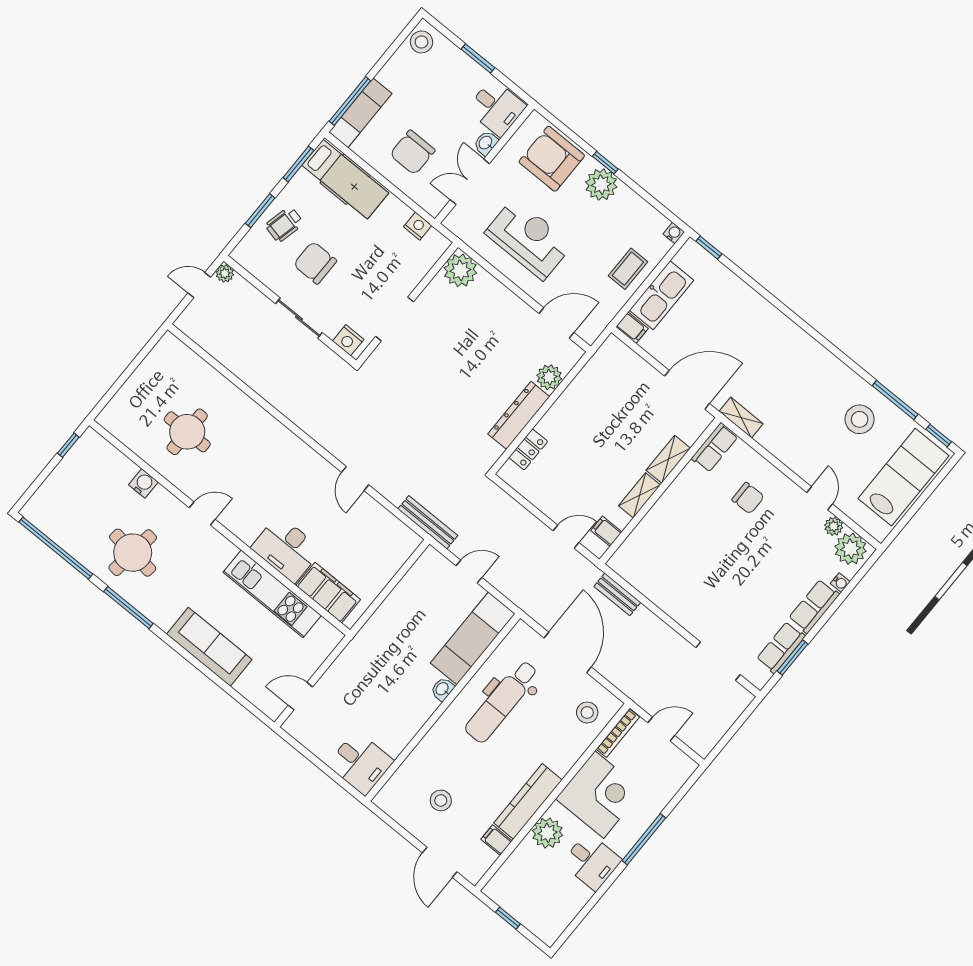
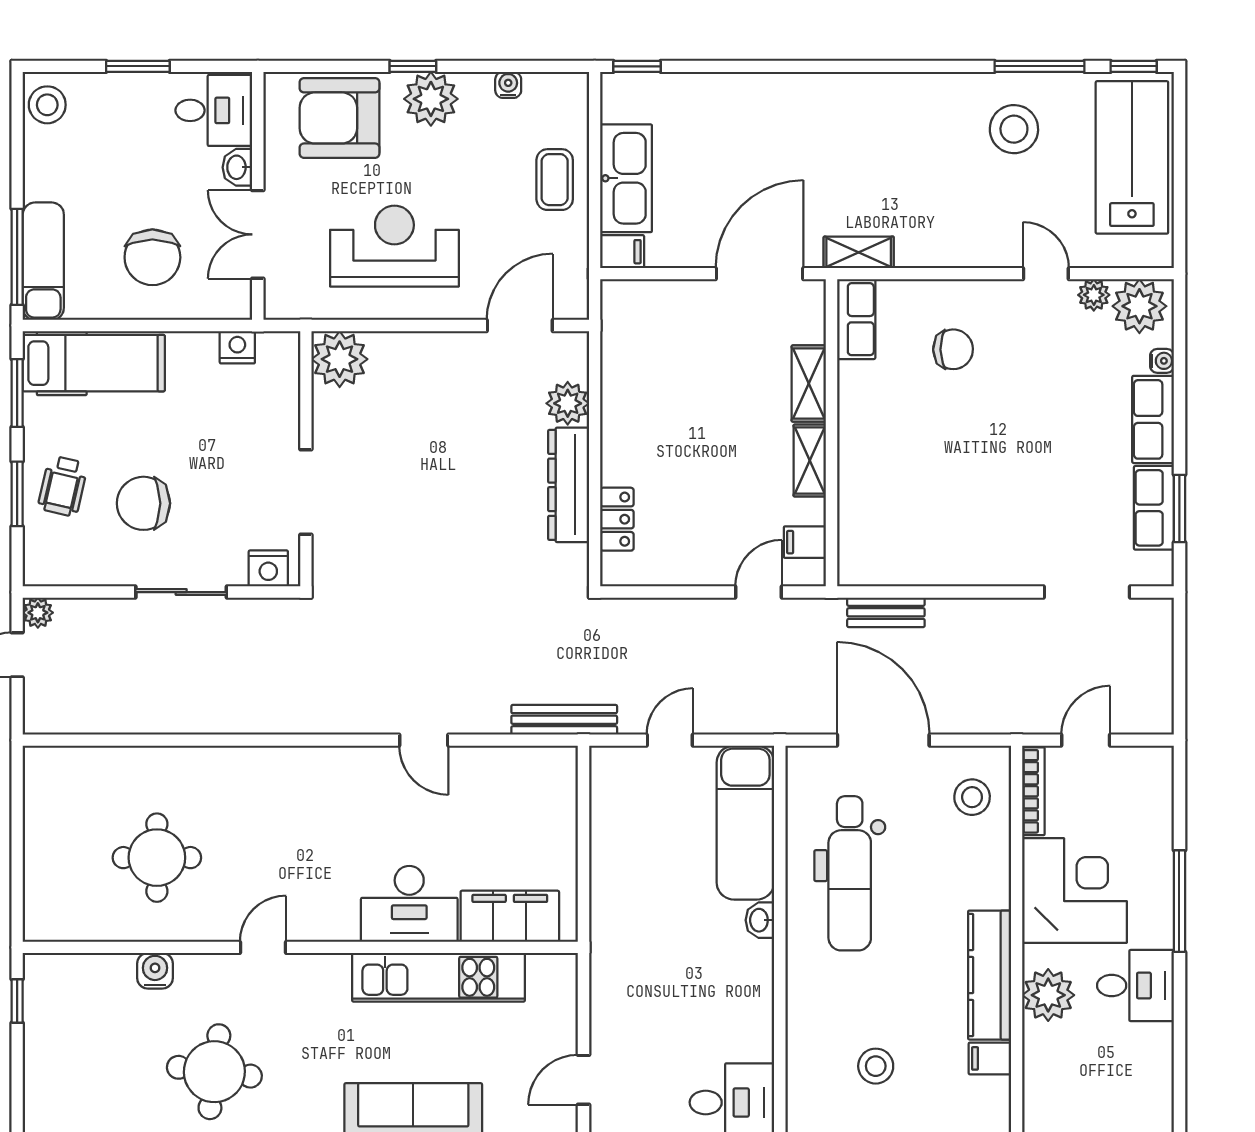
water cooler: (674, 233) -> (508, 85), moved

